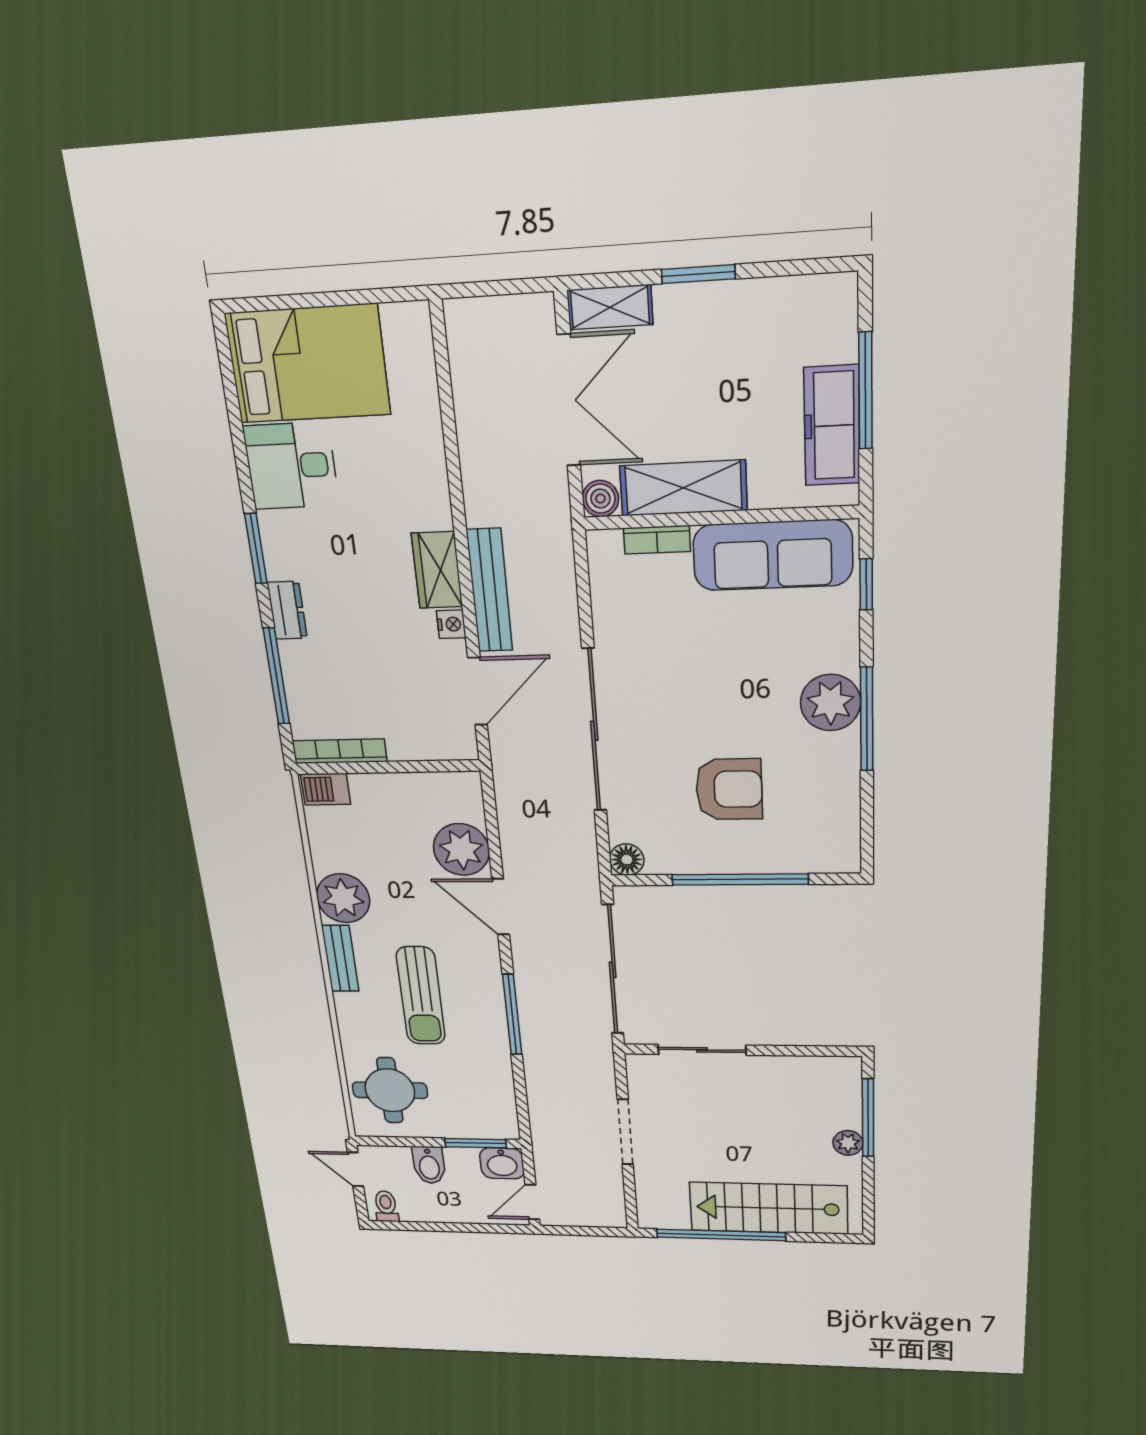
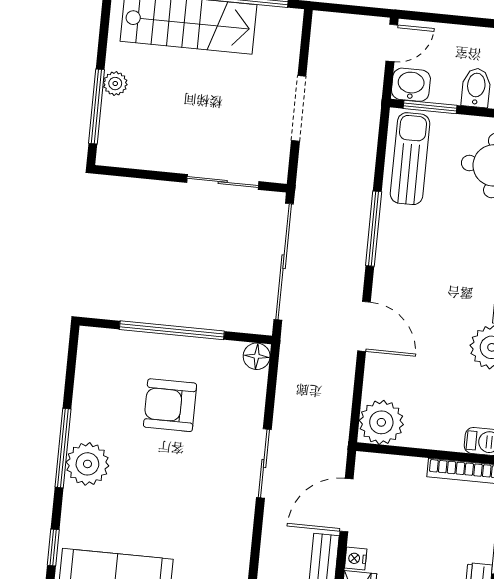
sliding door: (594, 731) -> (264, 463), width x0.54
plant: (461, 849) -> (381, 422), moved
sun lounger: (421, 996) -> (410, 159), moved

